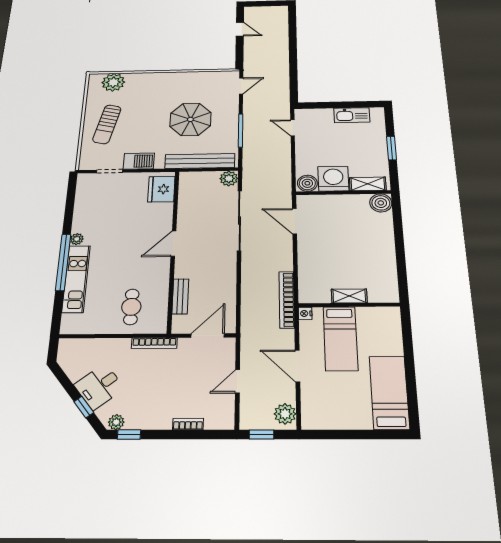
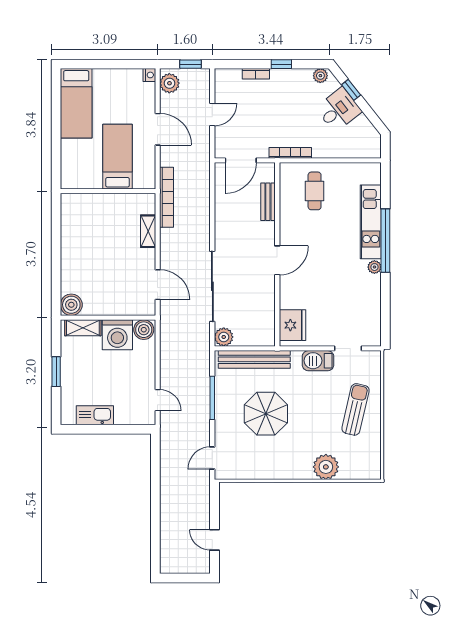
plant: (113, 82) -> (326, 467), moved
shelving: (349, 296) -> (148, 231), moved, turned 90
nightstand: (305, 313) -> (149, 75), moved
window: (129, 434) -> (281, 64), moved

